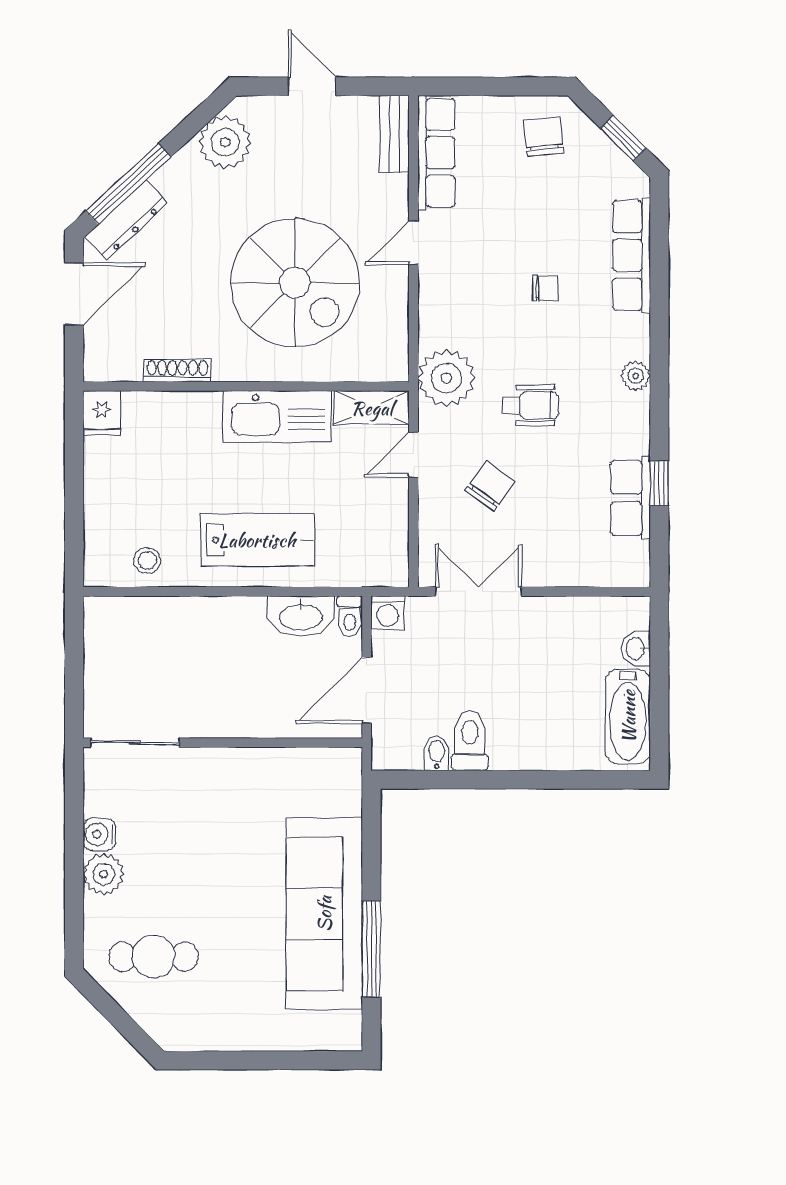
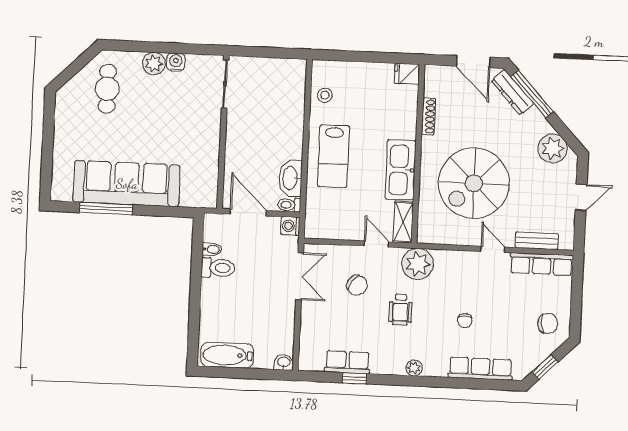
bench: (394, 134) -> (537, 241), moved
washbasin: (636, 649) -> (284, 362), moved

